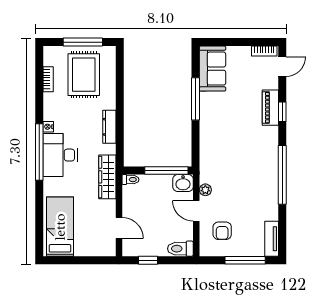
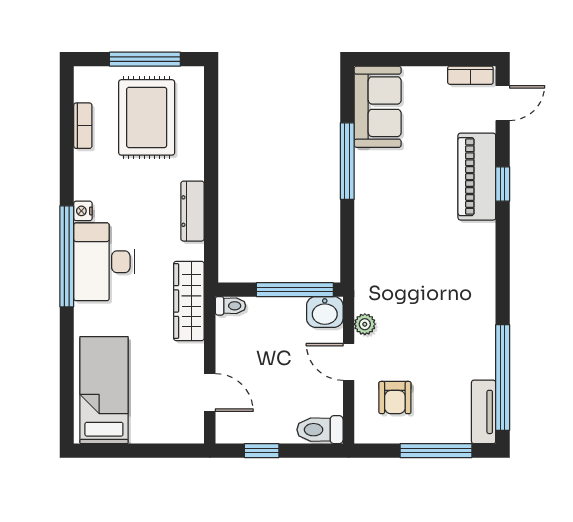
piano: (270, 108) -> (477, 177), width x1.37, depth x1.33
window: (282, 175) -> (503, 377), moved

